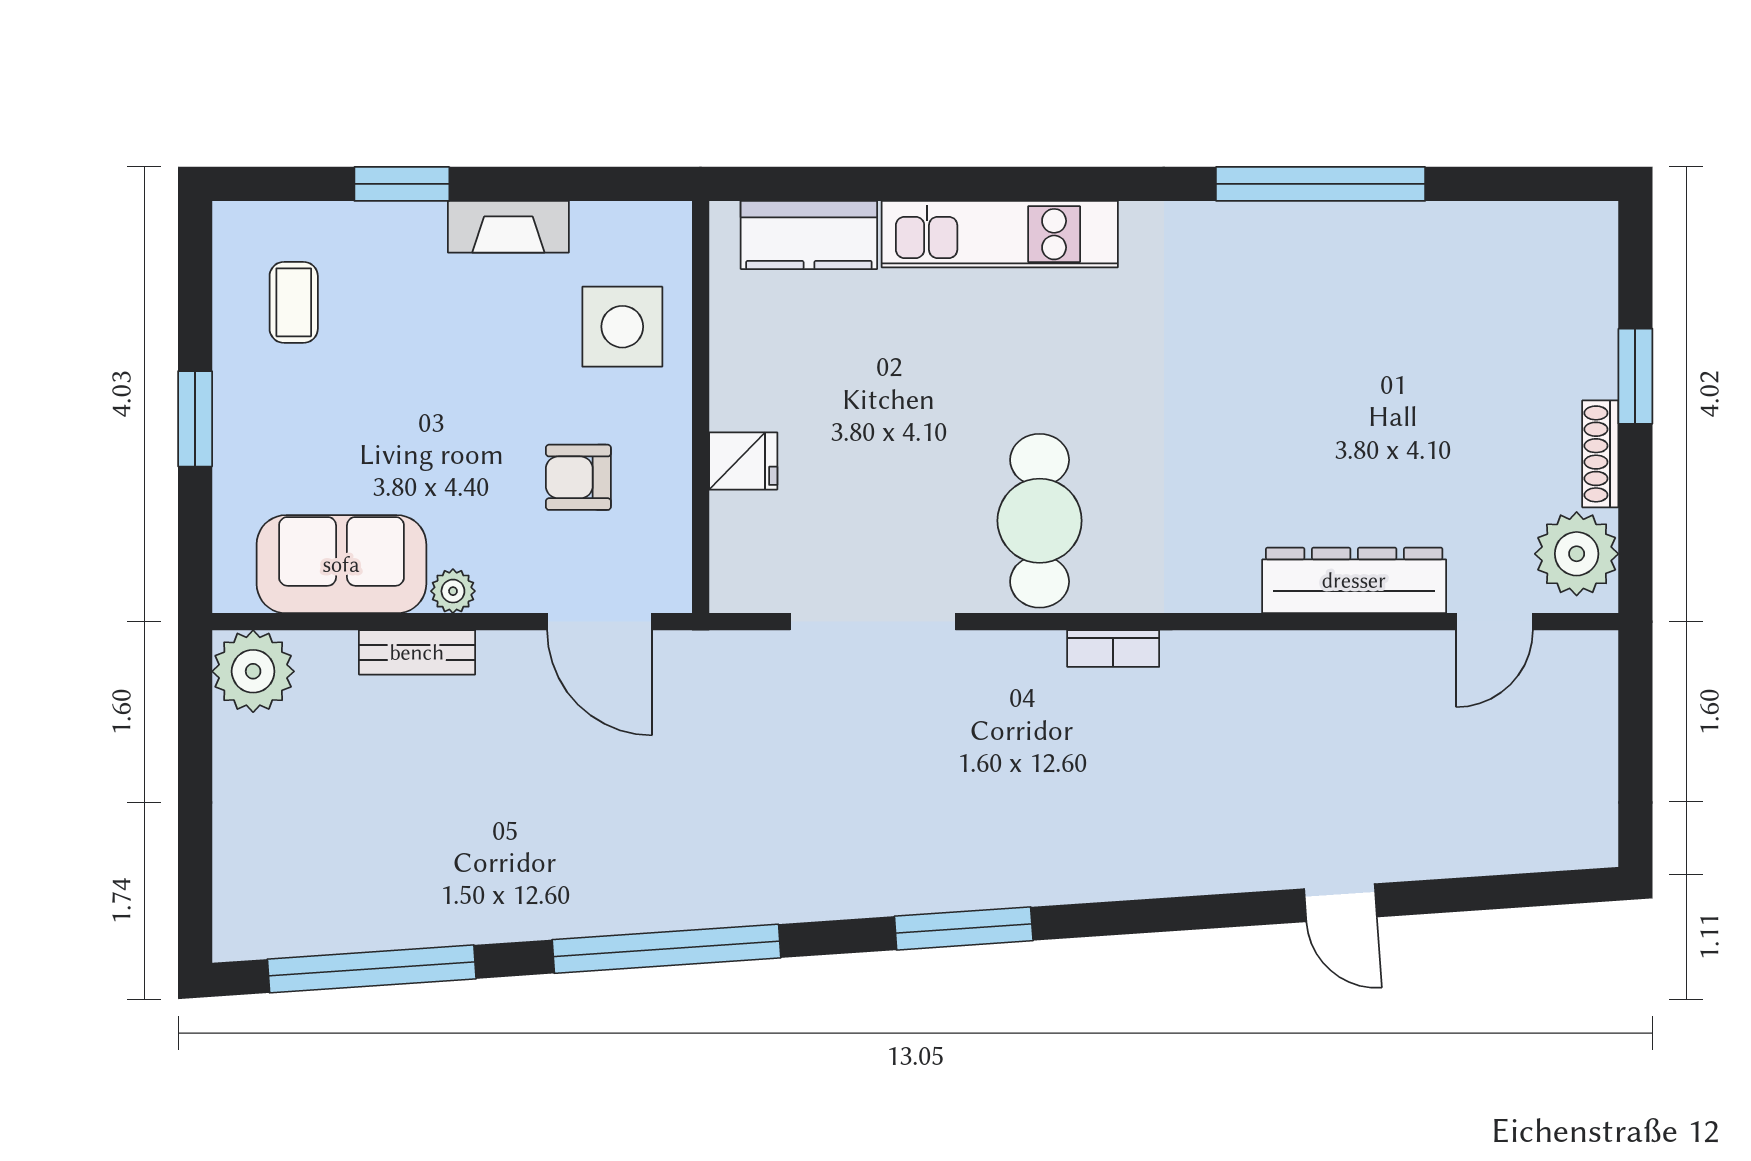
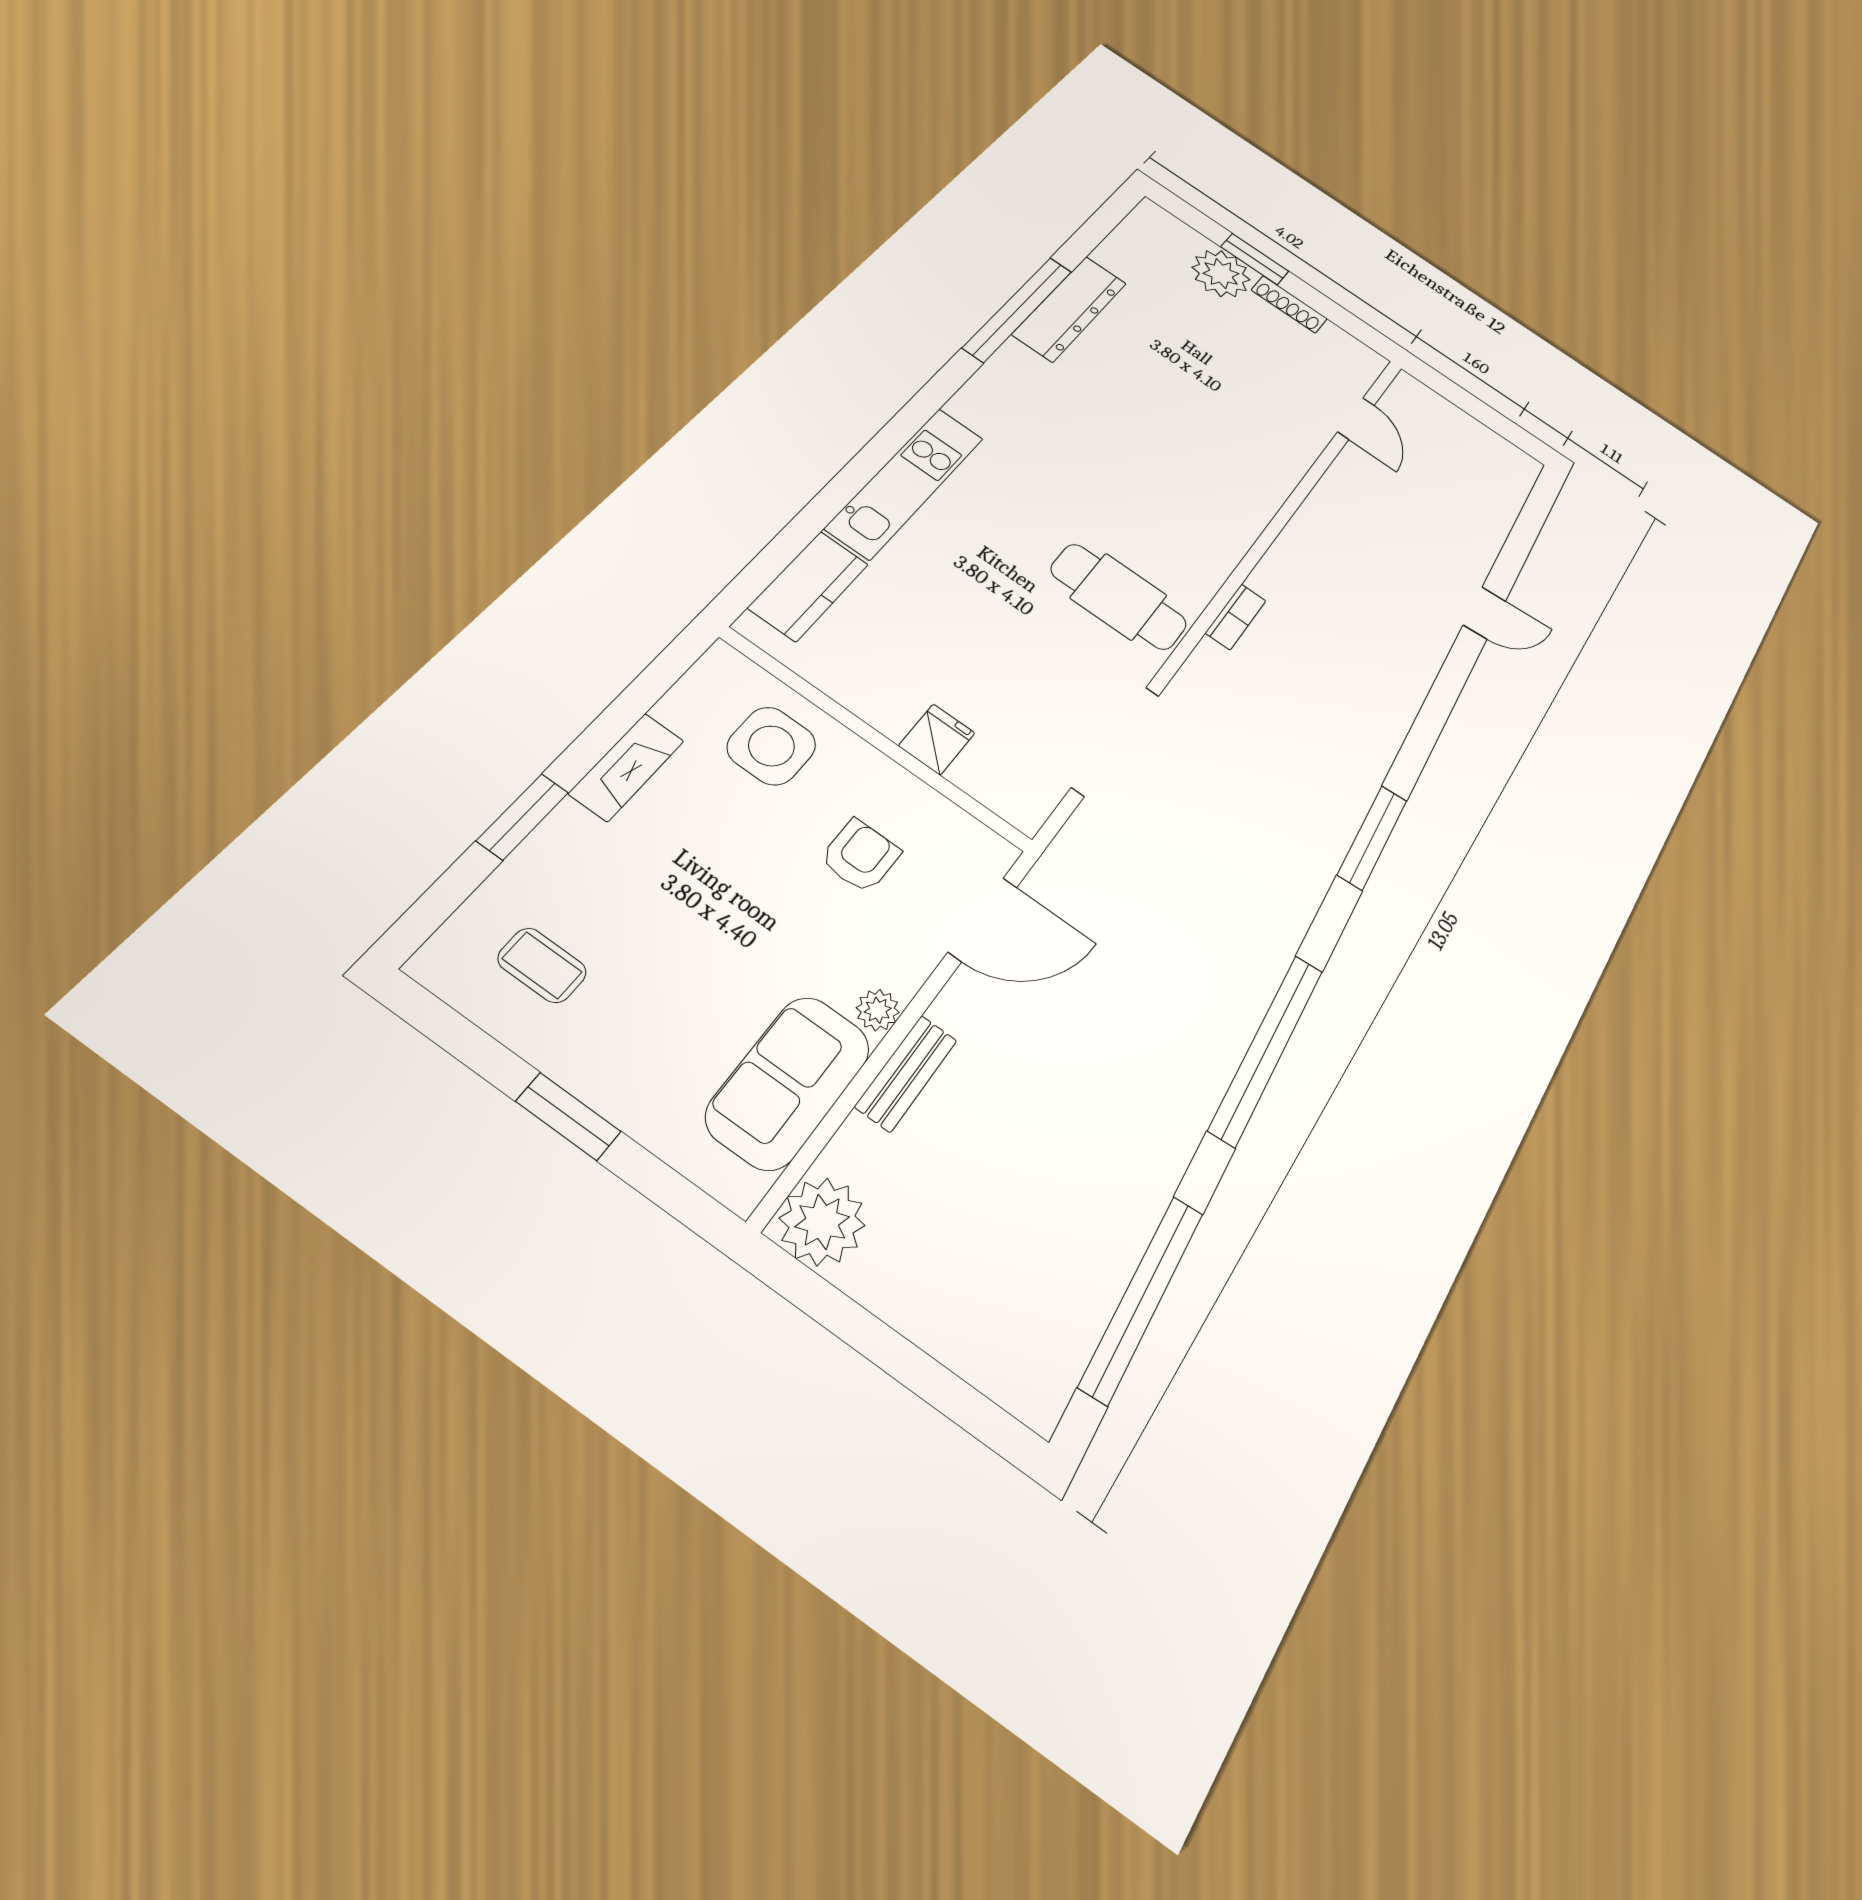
armchair: (578, 477) -> (860, 856), turned 180
plant: (1577, 554) -> (1221, 274), moved
dresser: (1354, 580) -> (1070, 309), moved, turned 180

